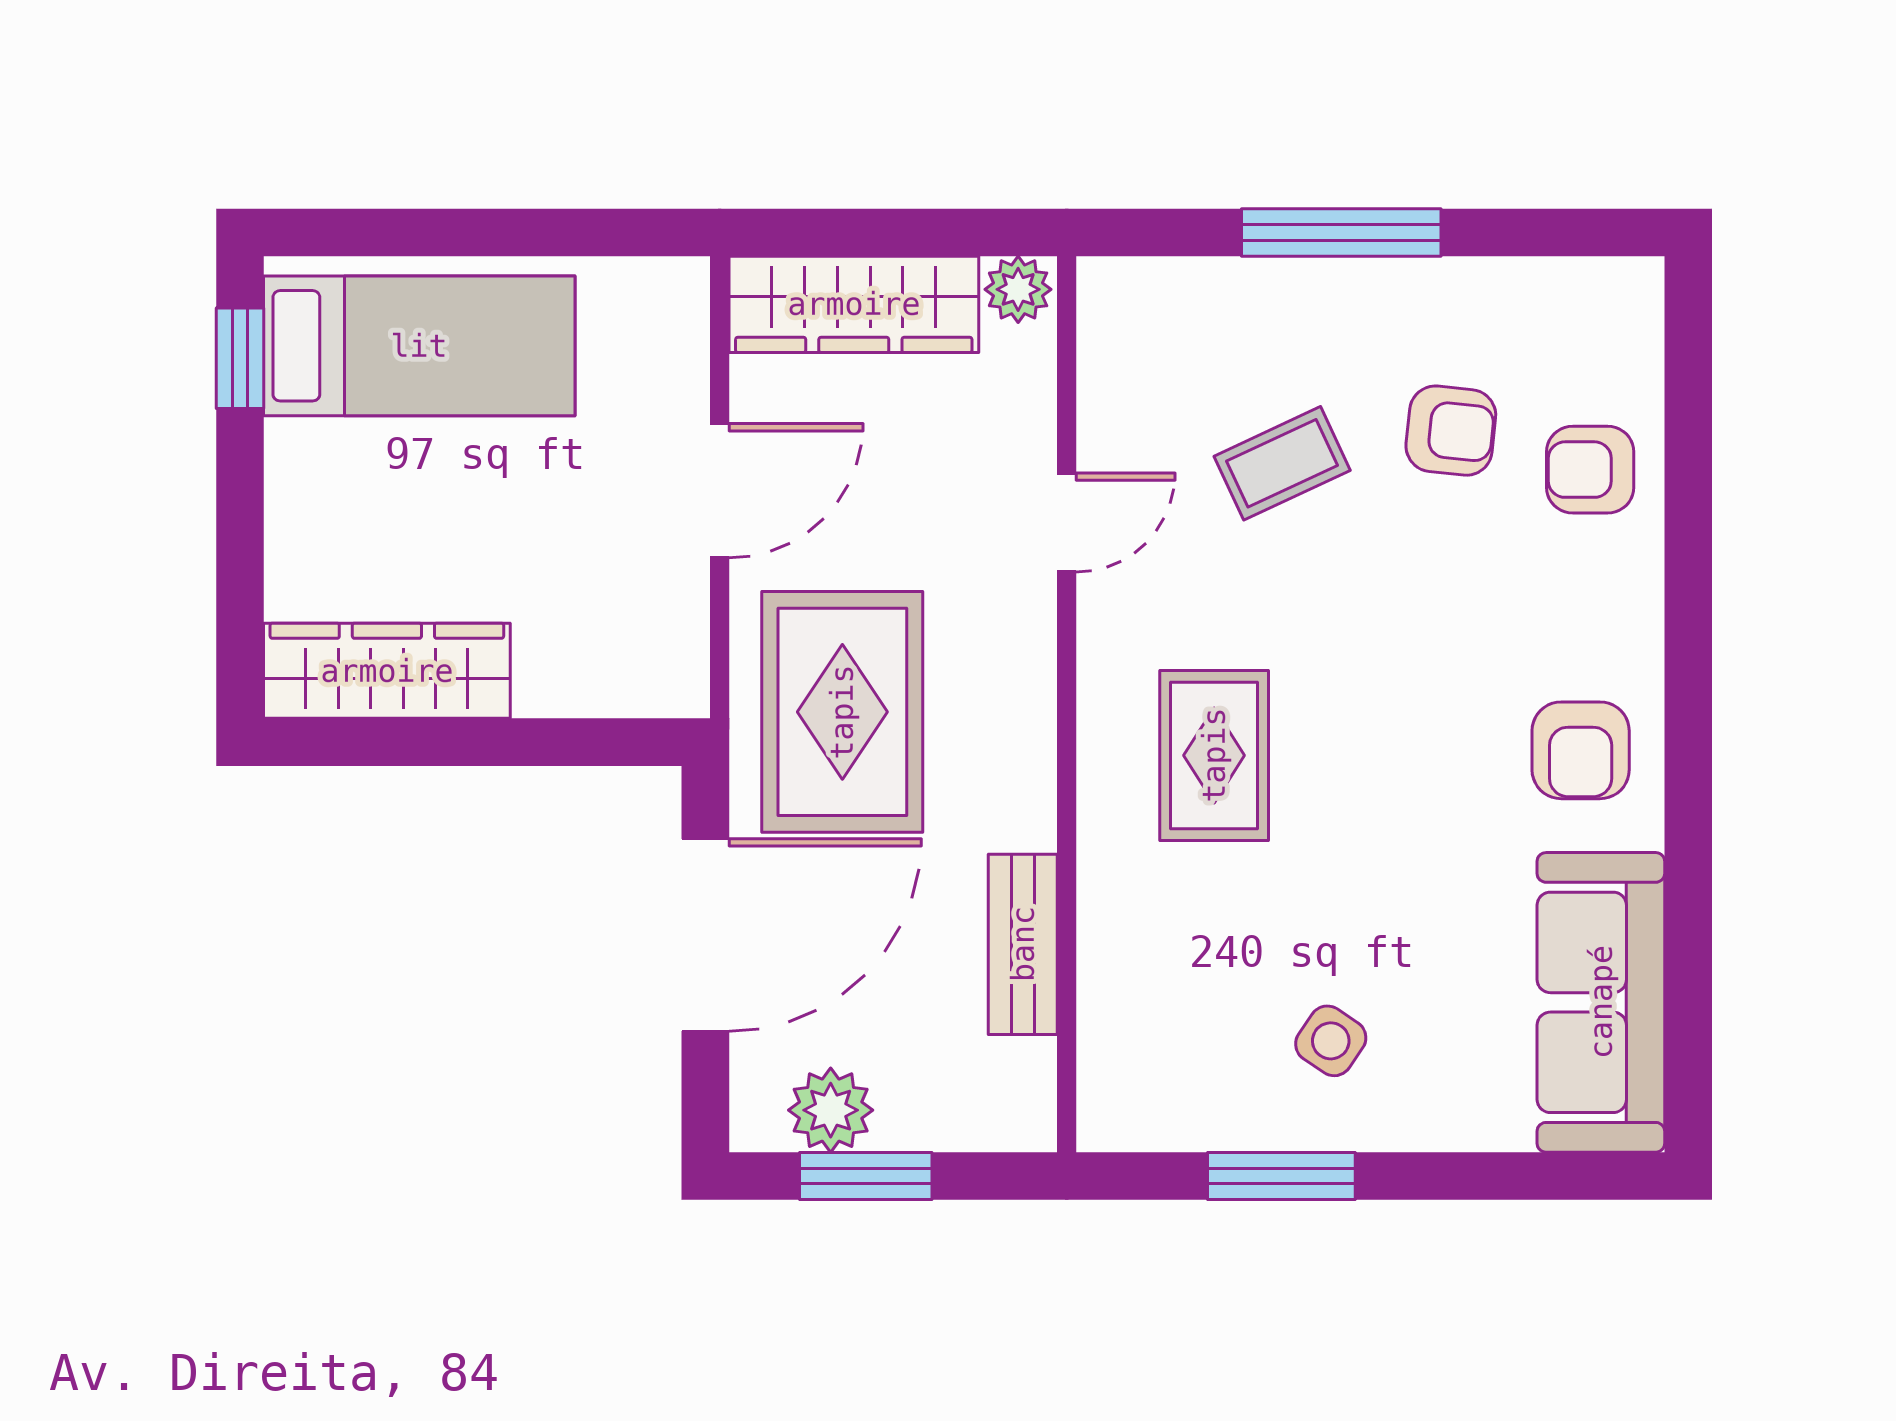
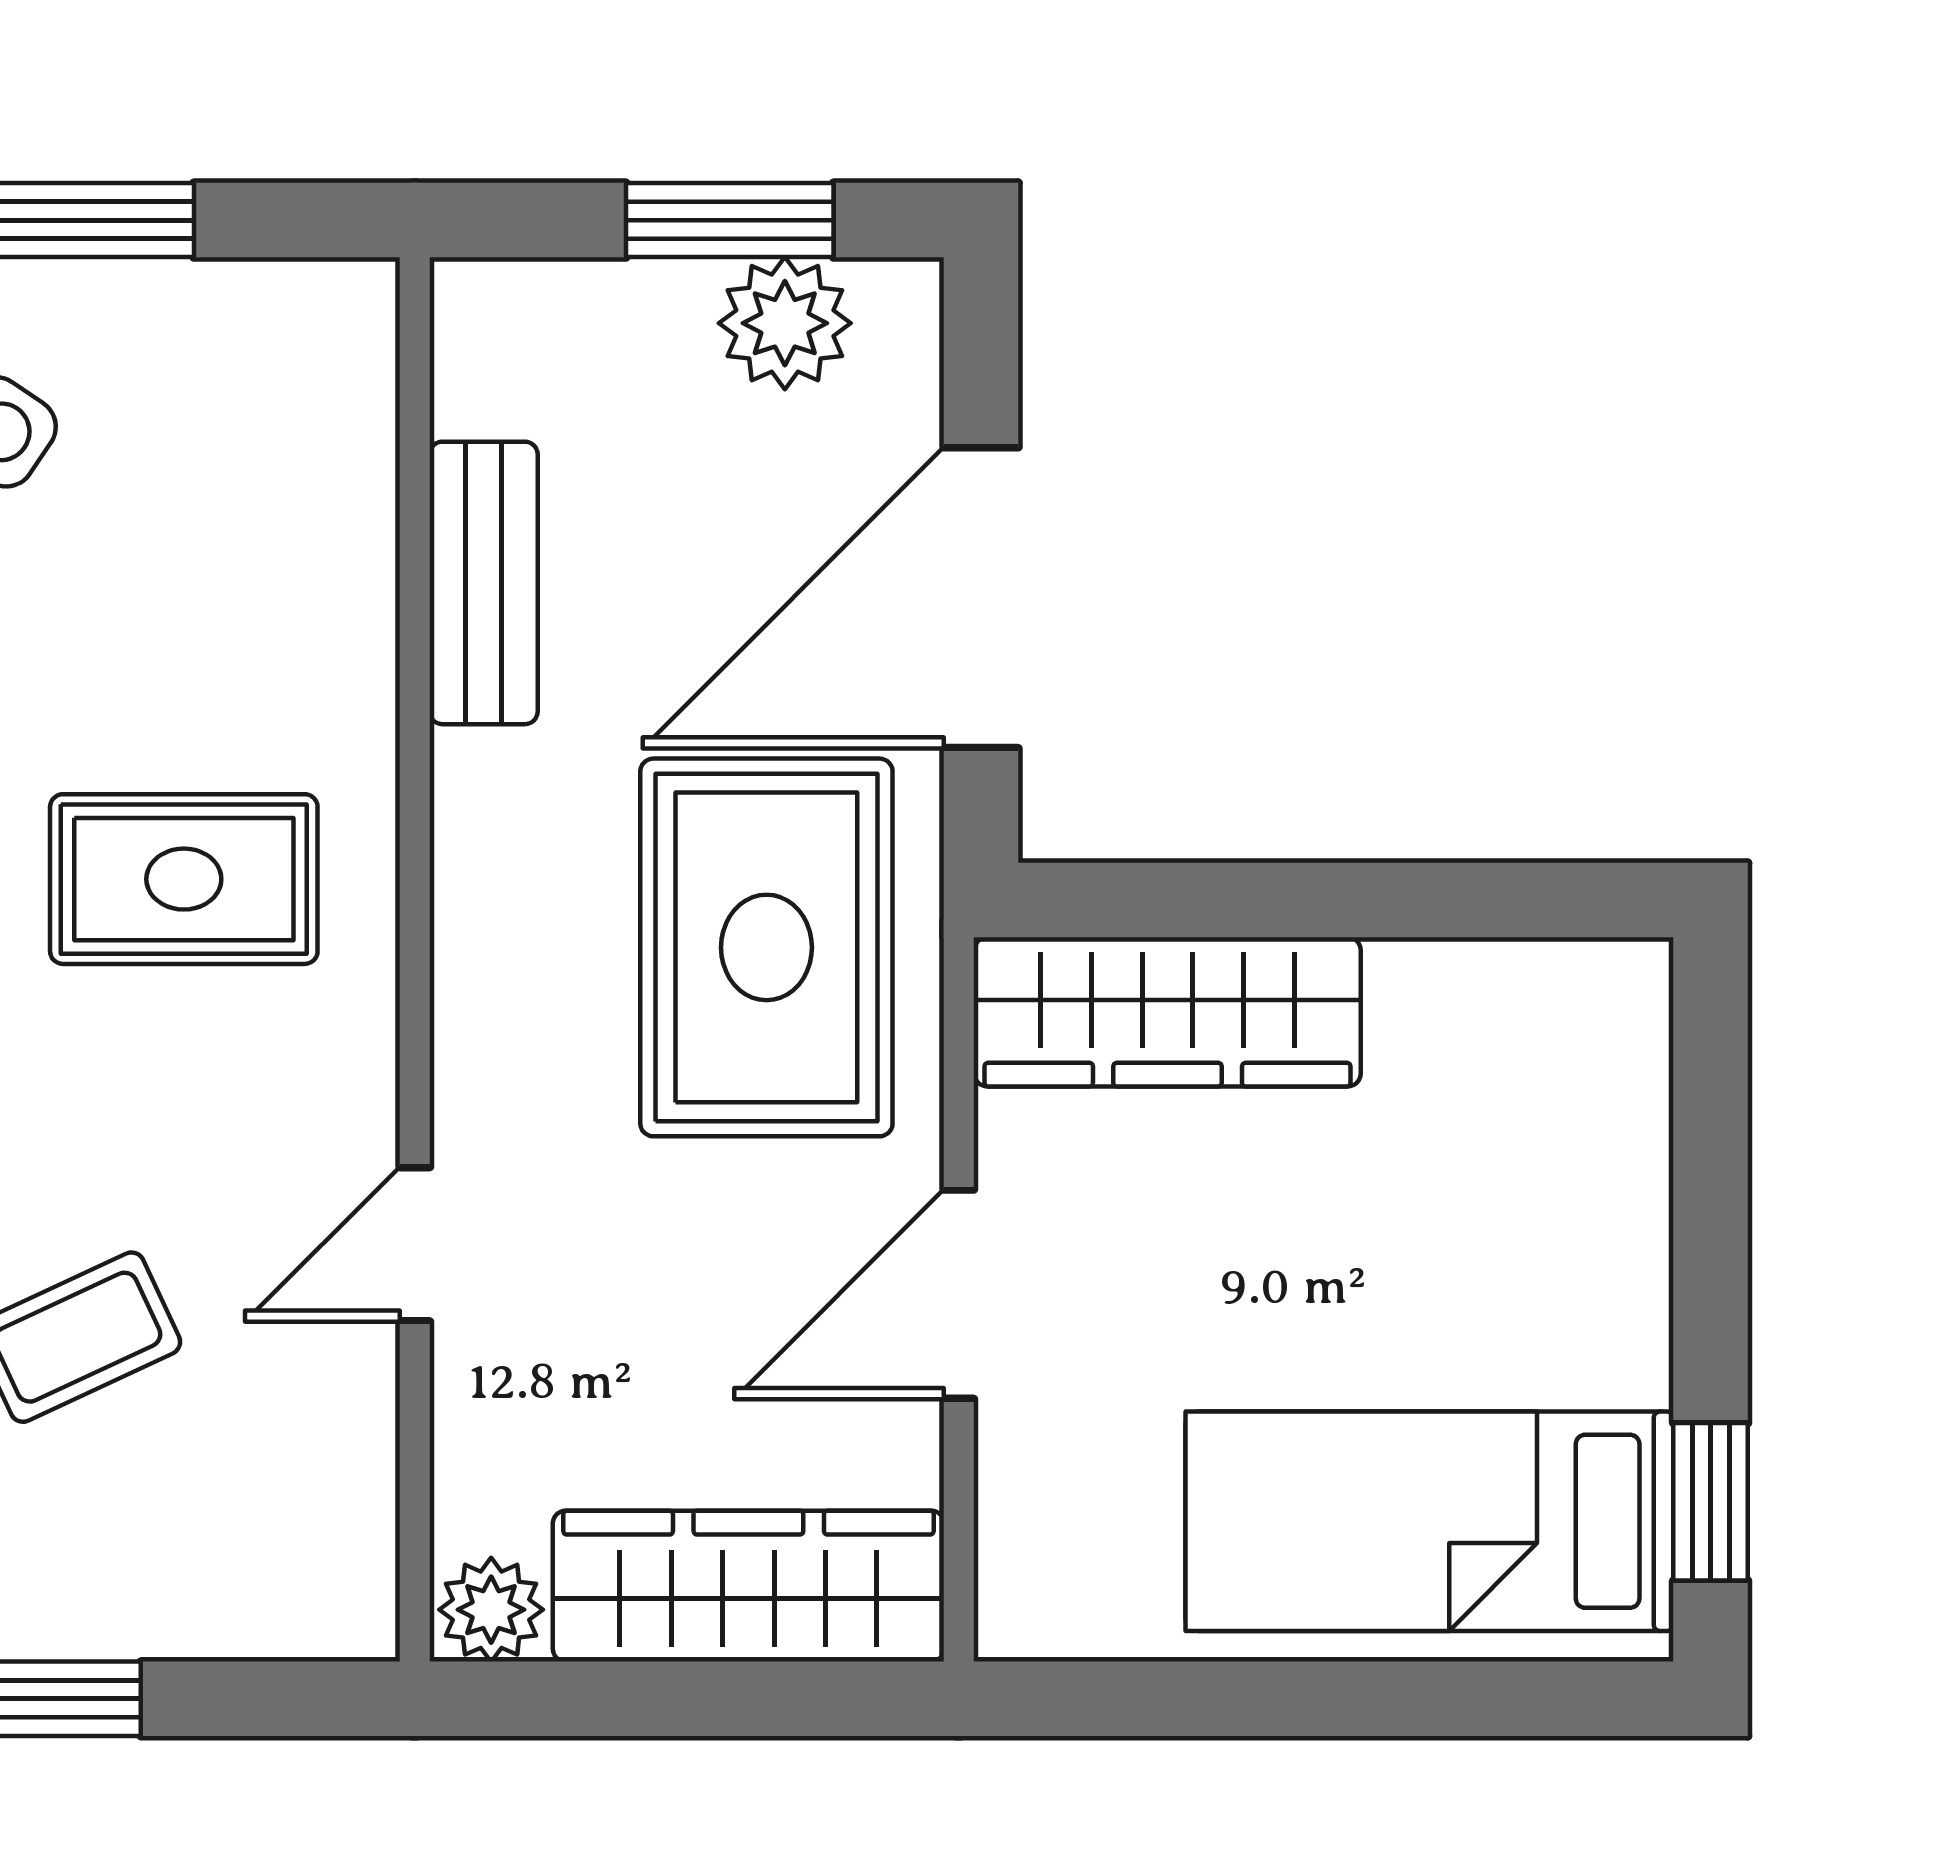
wardrobe: (387, 671) -> (1167, 1012), moved
rug: (1214, 755) -> (184, 879), turned 90

